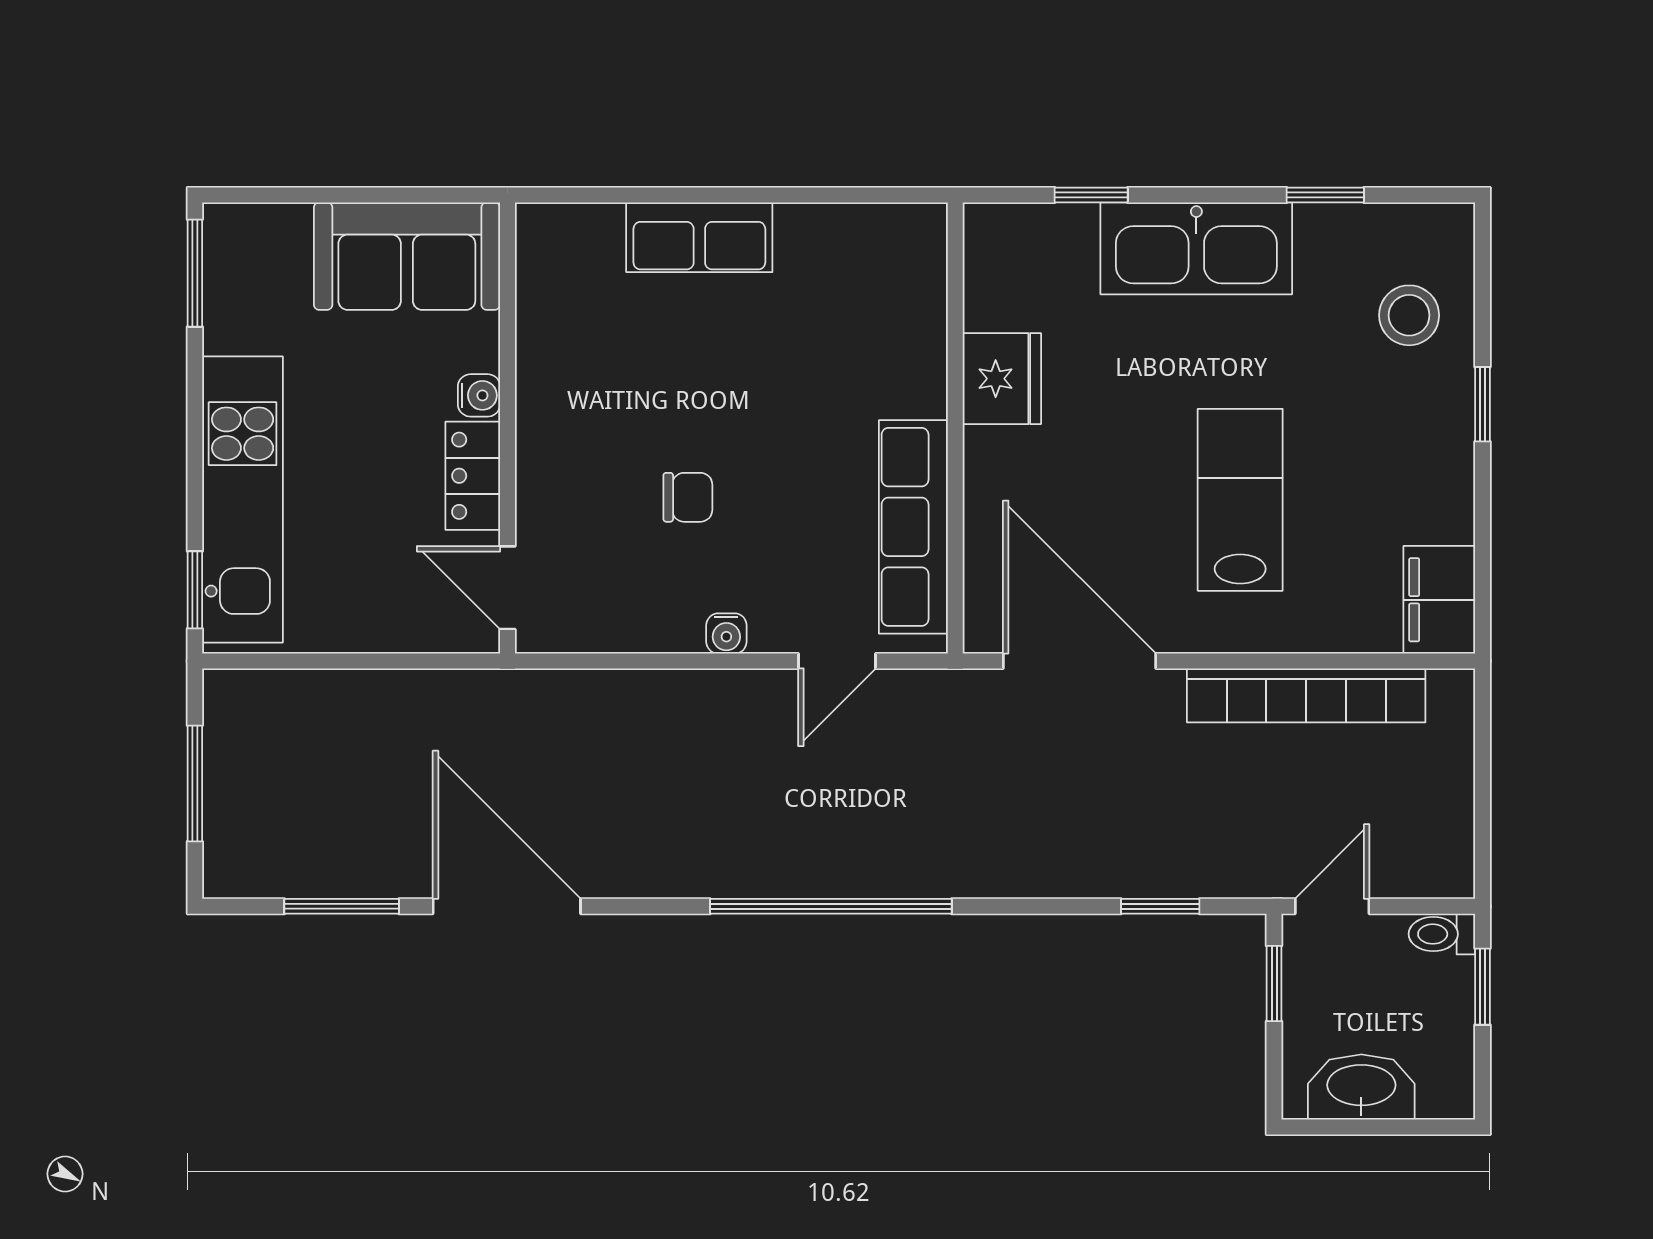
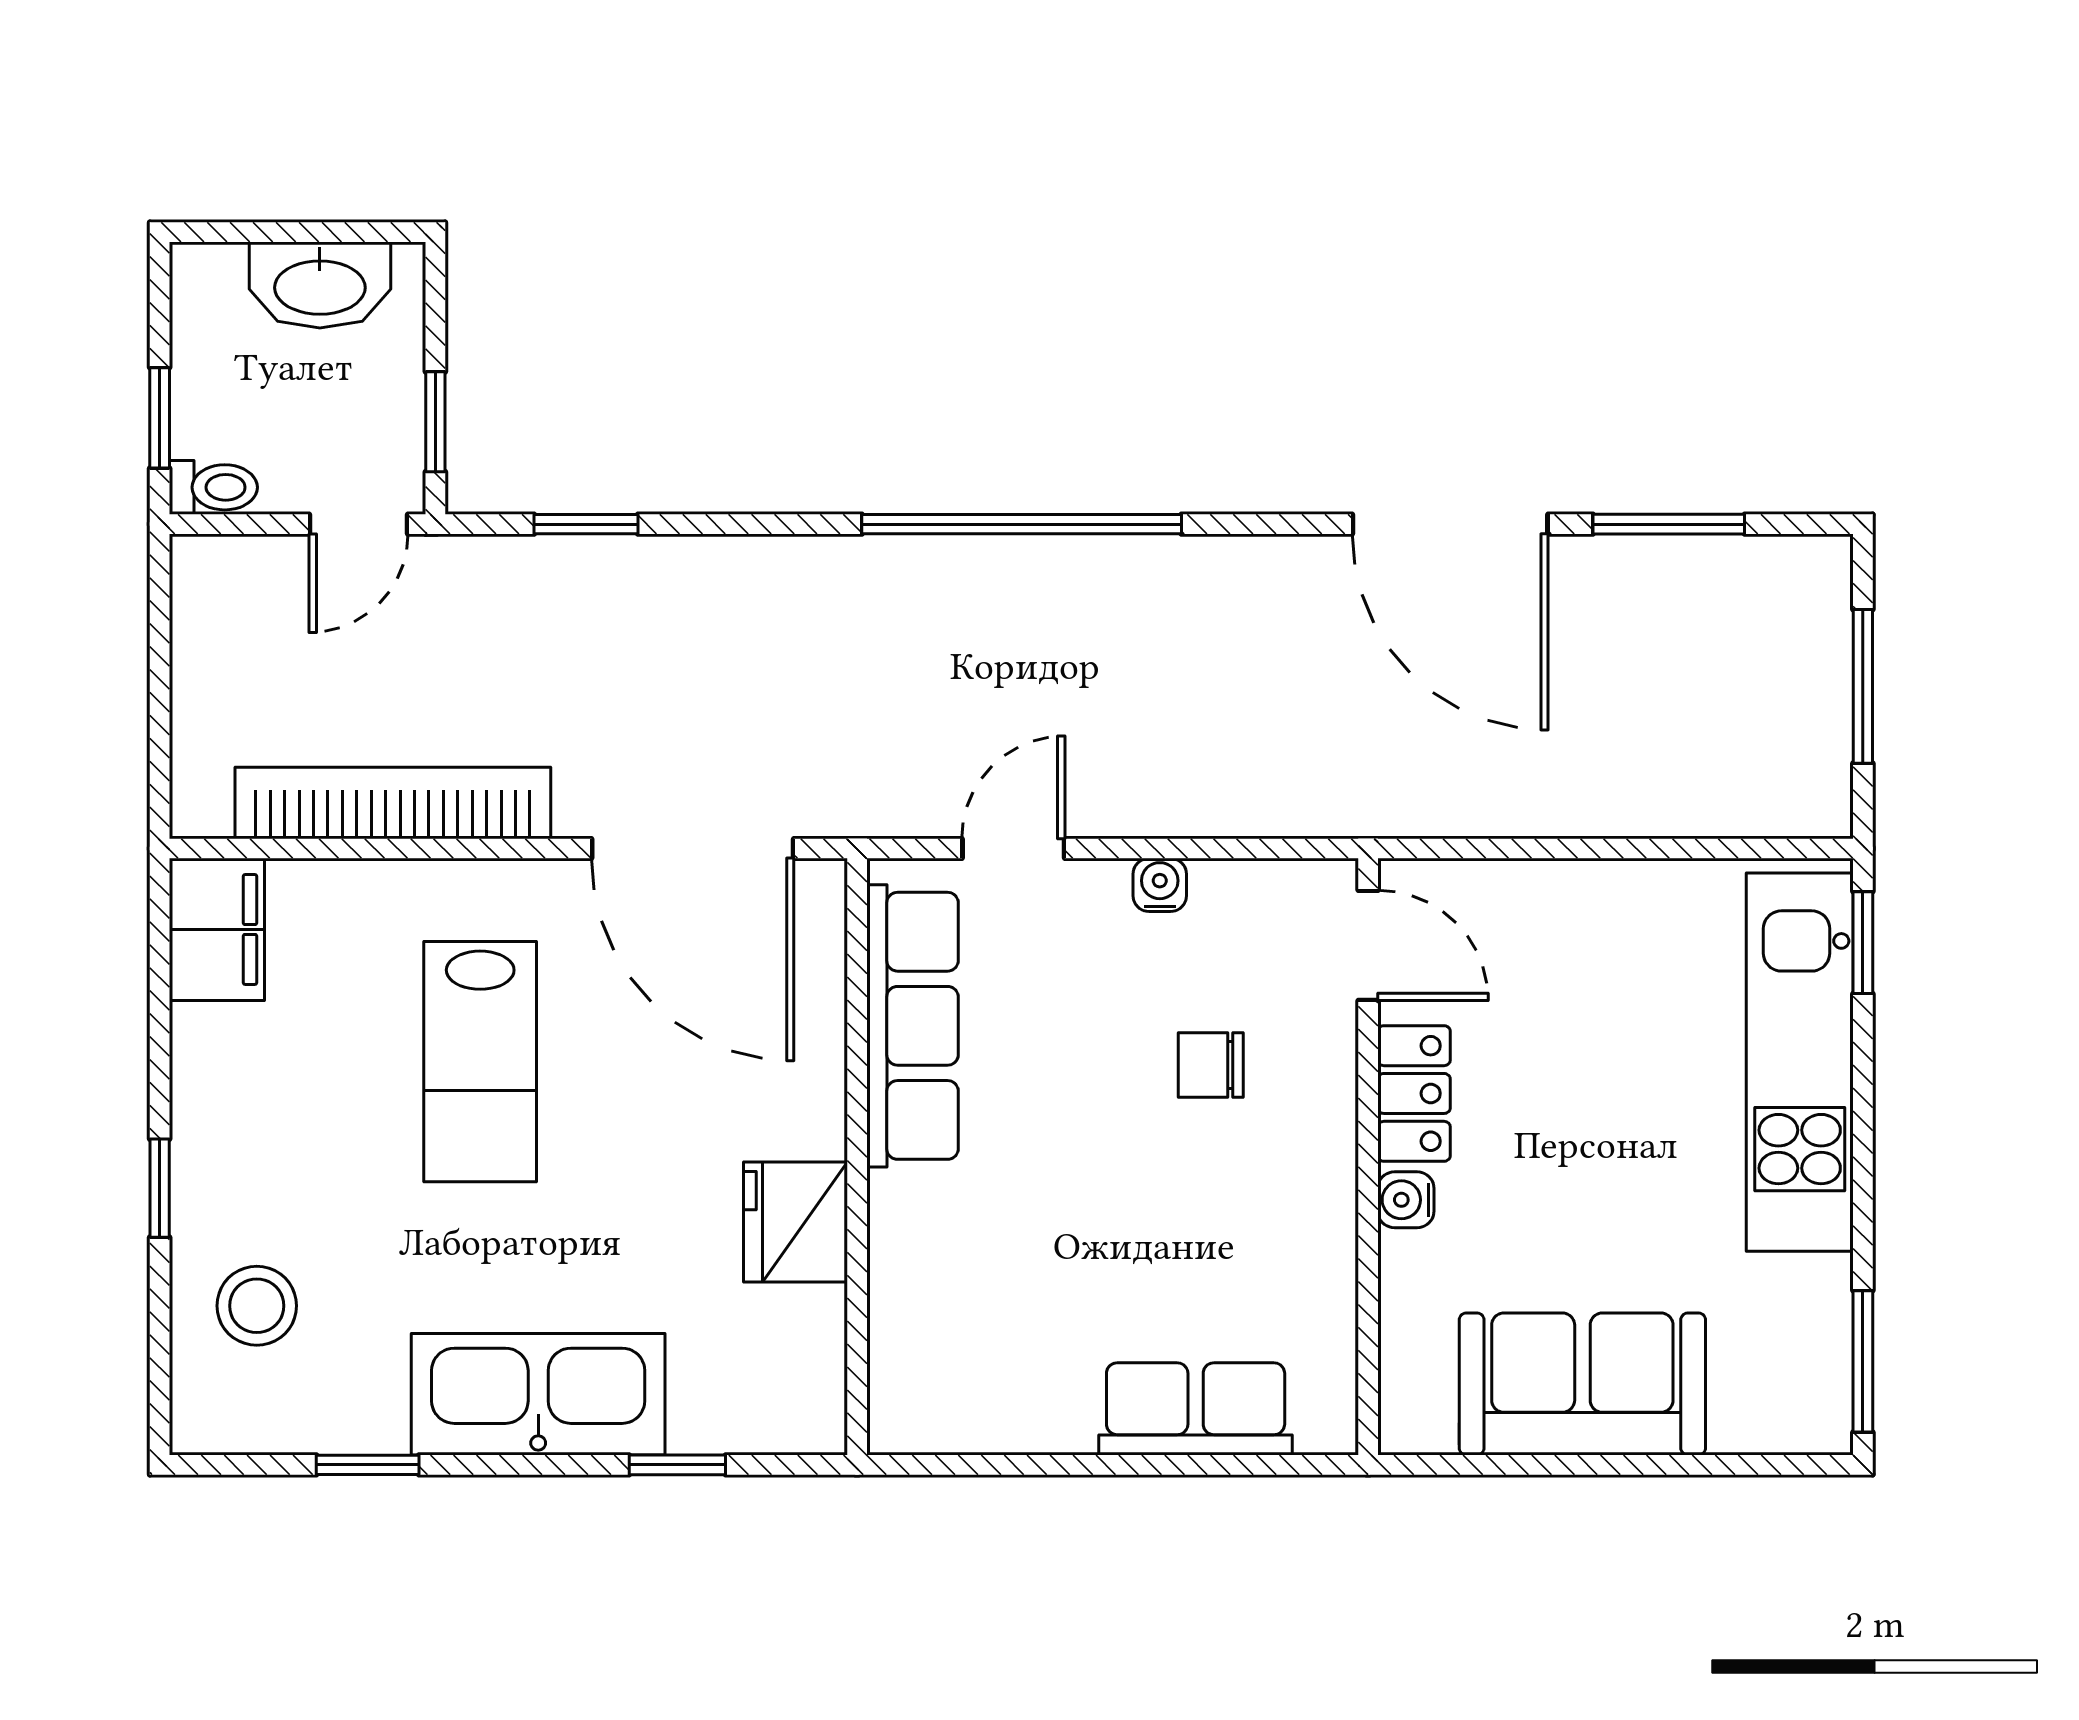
water cooler: (479, 395) -> (1406, 1200), moved
wall: (508, 428) -> (1368, 1157), moved
locker: (473, 476) -> (1414, 1093), moved
door: (508, 588) -> (1368, 945), moved

